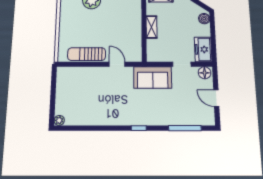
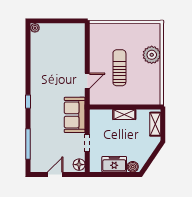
freezer: (203, 49) -> (114, 164), moved
sun lounger: (87, 54) -> (119, 68), moved

